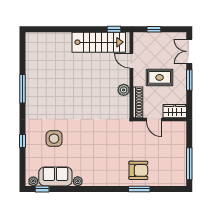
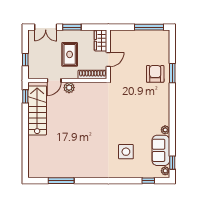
window: (23, 89) -> (61, 181), moved
plant: (124, 90) -> (69, 88), moved
window: (23, 141) -> (148, 181), moved

